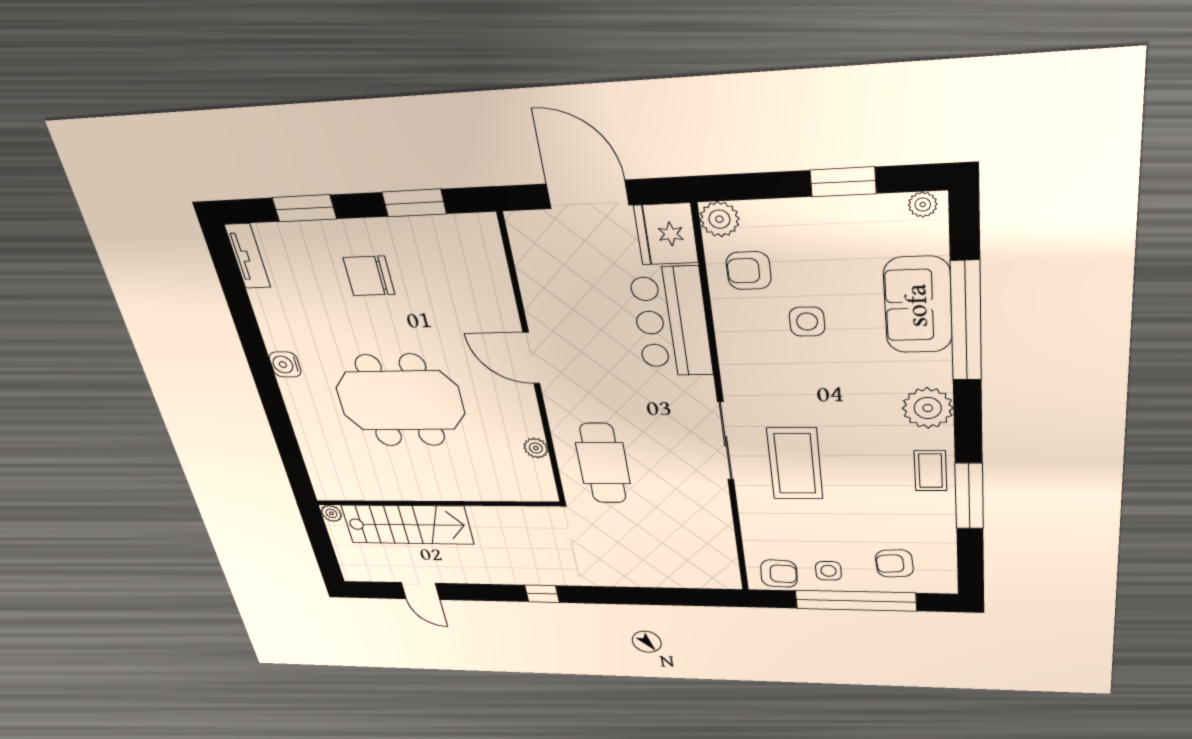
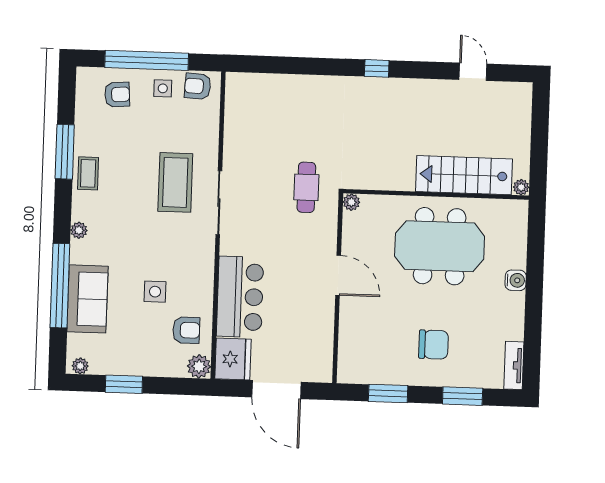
plant: (928, 408) -> (79, 230), width x0.53, depth x0.53
cafe table: (603, 463) -> (306, 187), width x0.73, depth x0.74
wall: (436, 503) -> (436, 194), moved
plant: (331, 513) -> (521, 187), moved
stairs: (407, 525) -> (464, 175), moved

